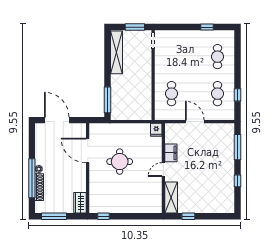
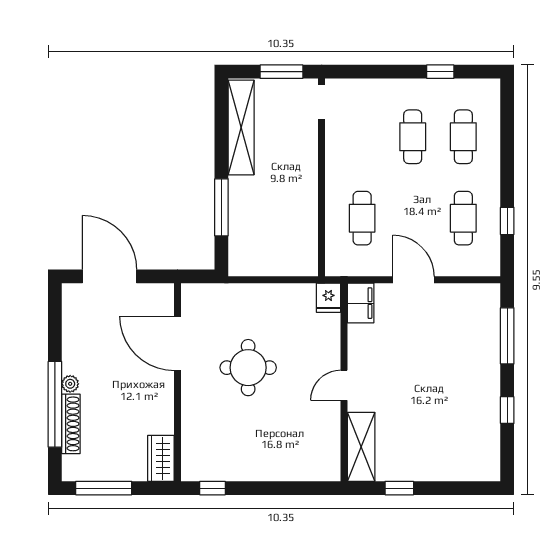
cafe table: (195, 57) -> (413, 137), added
window: (108, 100) -> (221, 207), moved
filing cabinet: (171, 153) -> (361, 303), moved

